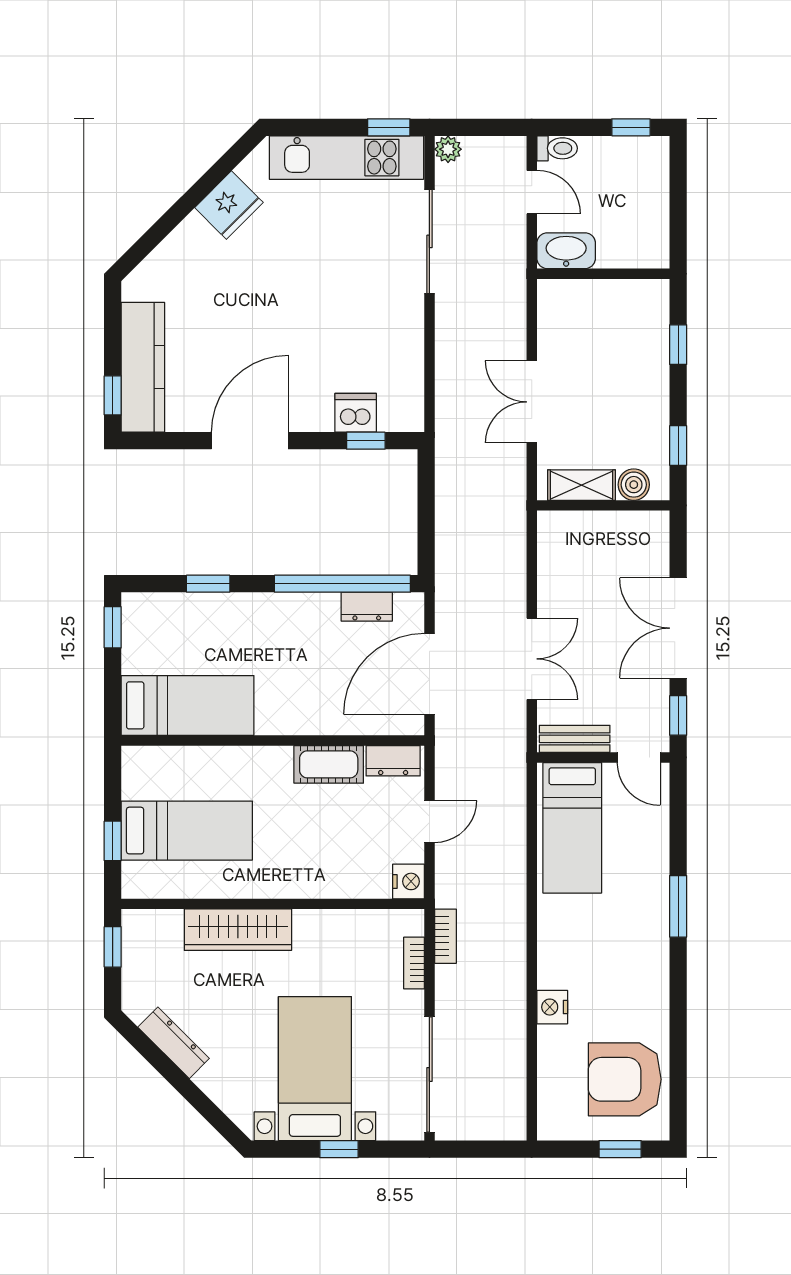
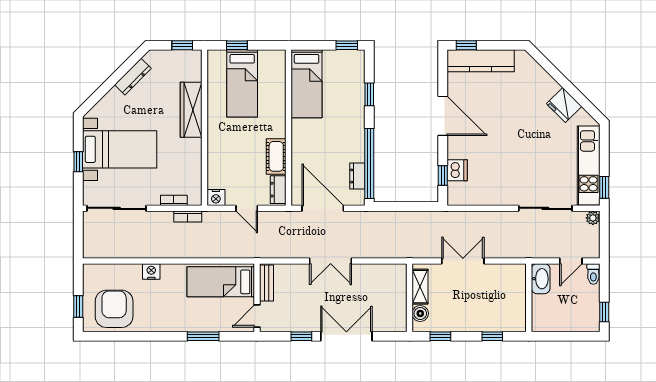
bench: (575, 739) -> (267, 283), moved
wall: (603, 757) -> (257, 298), moved
door: (639, 757) -> (257, 316), moved
bed: (572, 828) -> (221, 282), moved

